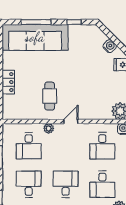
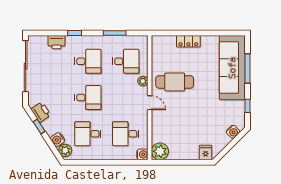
water cooler: (110, 46) -> (233, 132), moved
cafe table: (50, 96) -> (175, 82), width x1.37, depth x1.35
desk: (29, 146) -> (126, 61), turned 180

